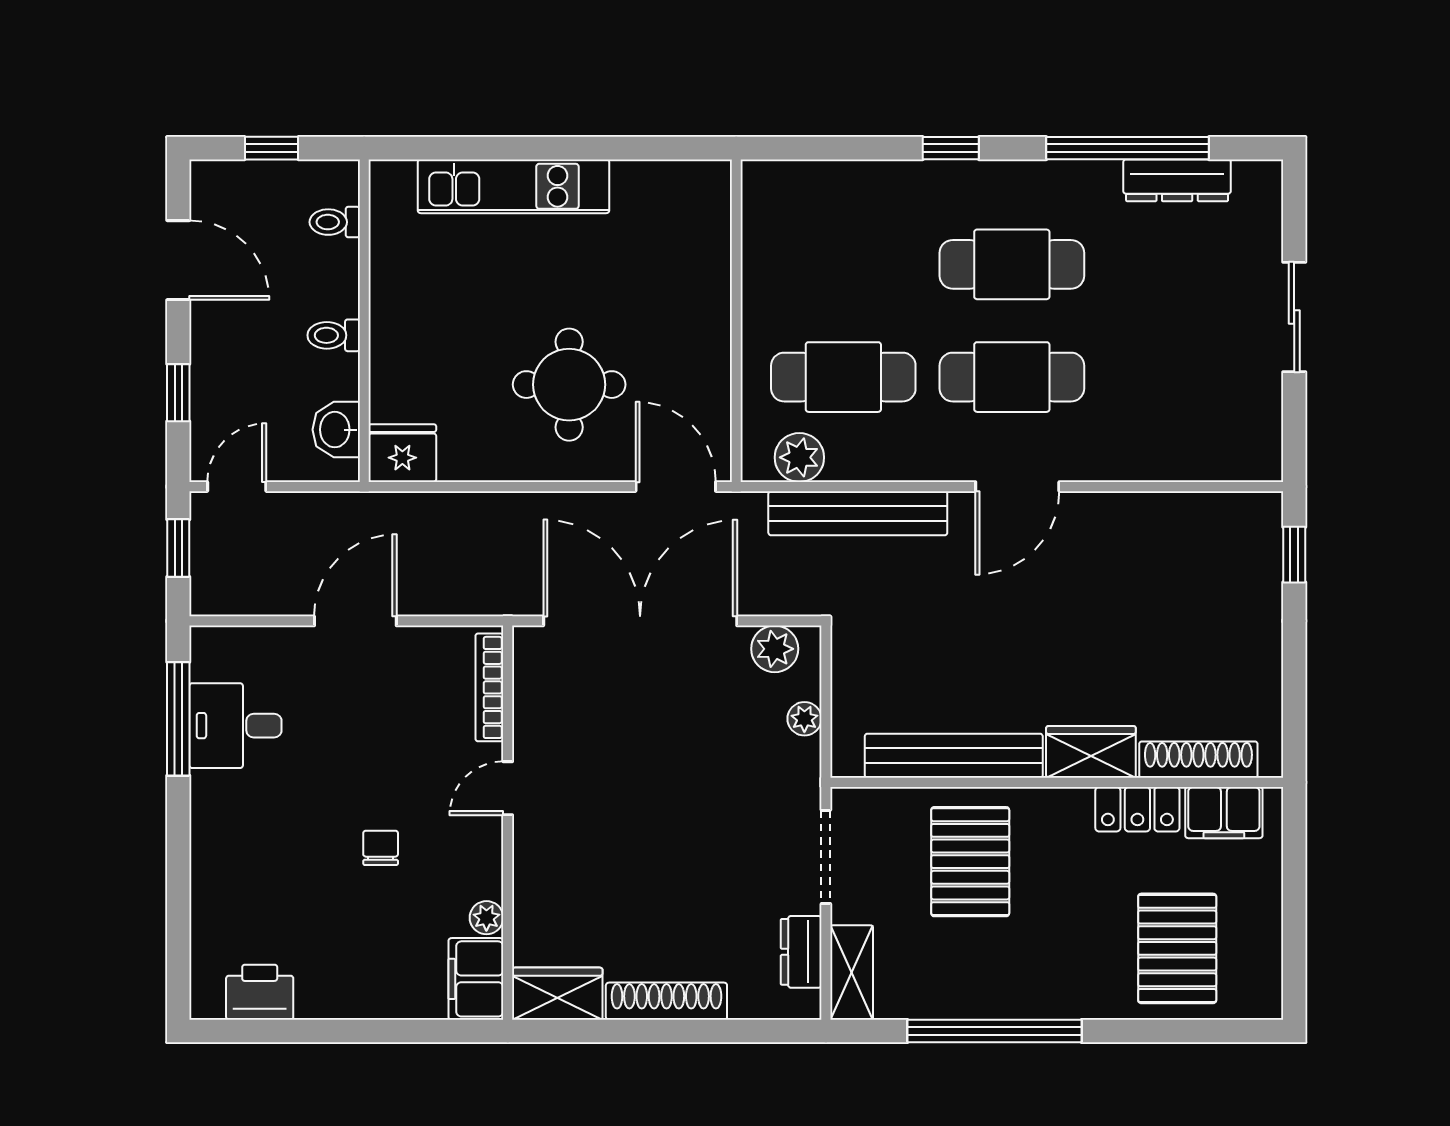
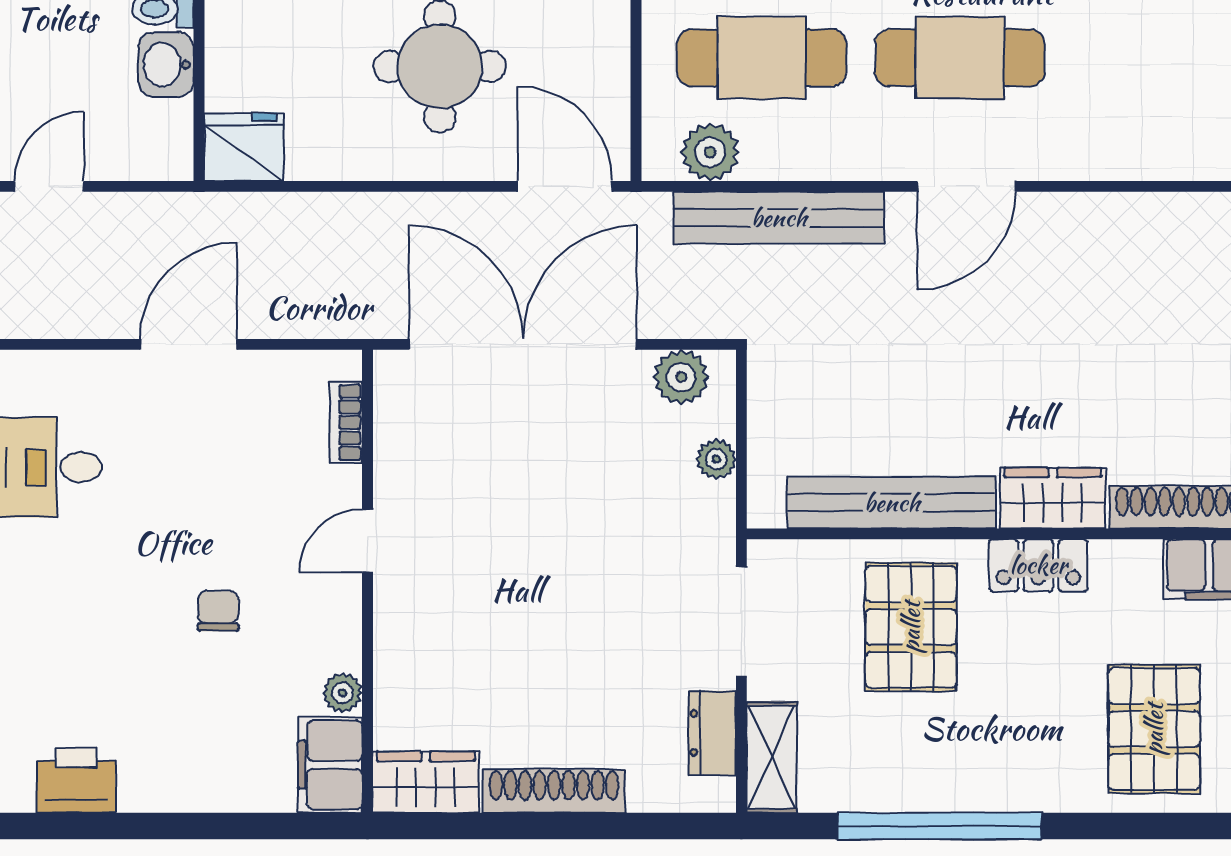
washbasin: (336, 430) -> (166, 65), moved
bookcase: (489, 687) -> (346, 422), width x0.64
locker: (1137, 809) -> (1038, 565), moved

